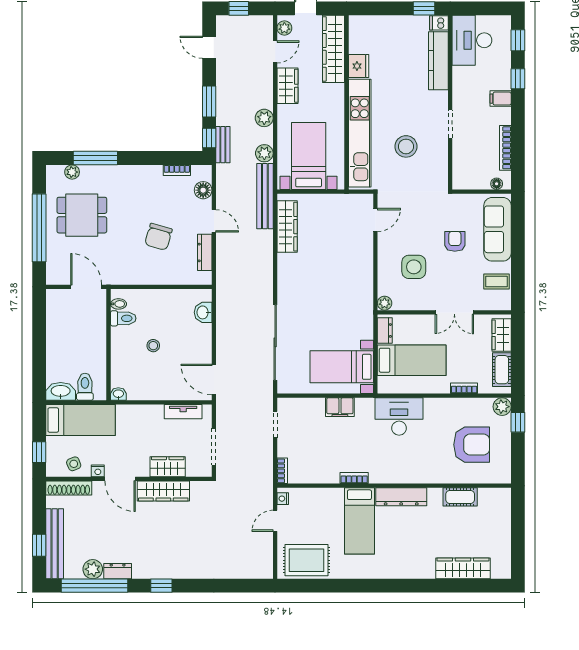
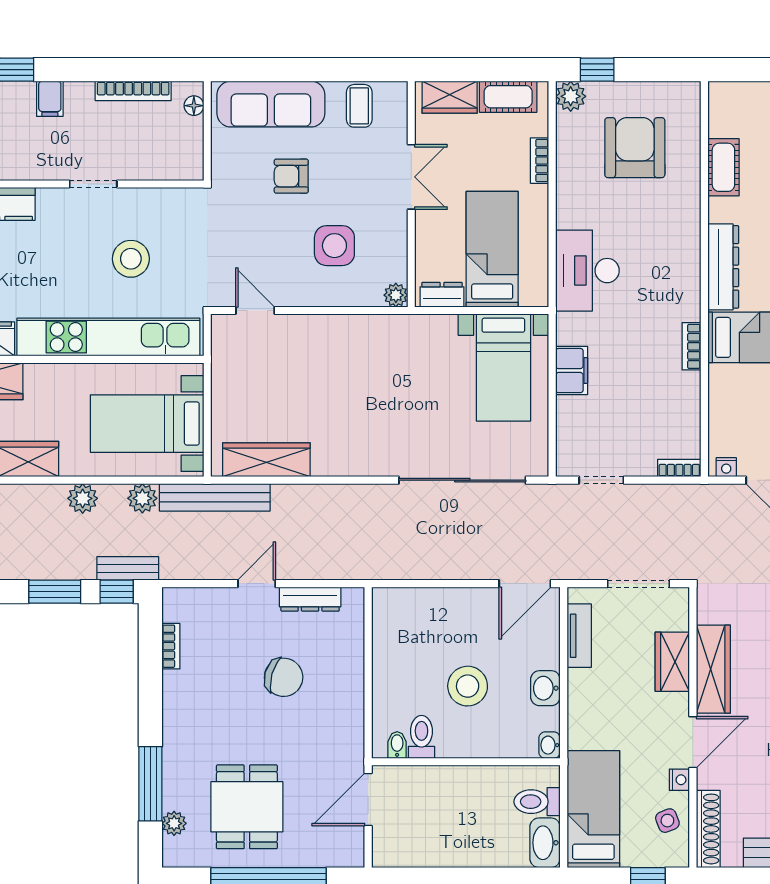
floor lamp: (203, 190) -> (205, 602), removed
washbasin: (203, 312) -> (545, 688), moved, turned 90
stool: (153, 346) -> (468, 686), width x1.89, depth x1.89

